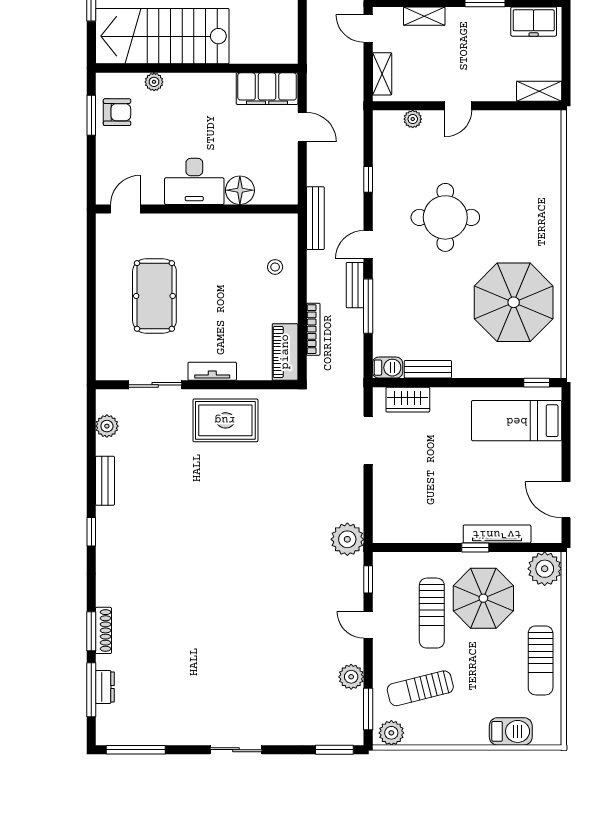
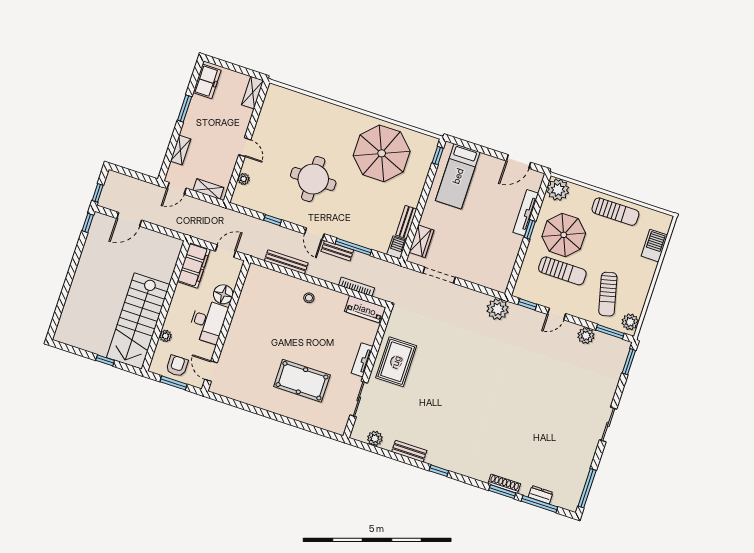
desk: (194, 181) -> (208, 322), moved
floor lamp: (240, 190) -> (223, 294), moved
door: (125, 209) -> (211, 371), moved
wall: (197, 209) -> (226, 326), moved

